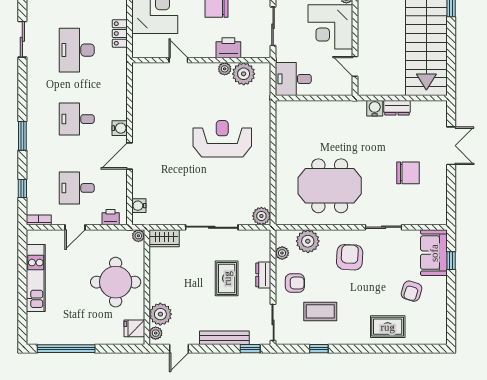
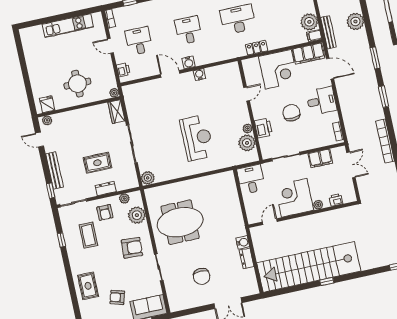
meeting table: (330, 186) -> (180, 222), turned 90
water cooler: (139, 206) -> (199, 75), moved
round table: (116, 282) -> (77, 84), width x0.73, depth x0.73
plant: (160, 314) -> (61, 121), removed
window: (66, 349) -> (22, 58), removed

